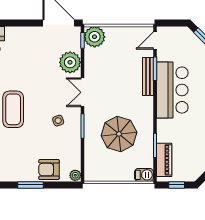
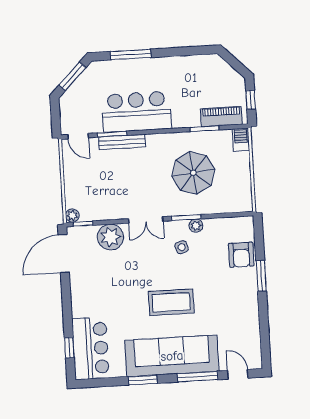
plant: (95, 37) -> (72, 216), width x0.53, depth x0.53
plant: (75, 175) -> (196, 226), moved

